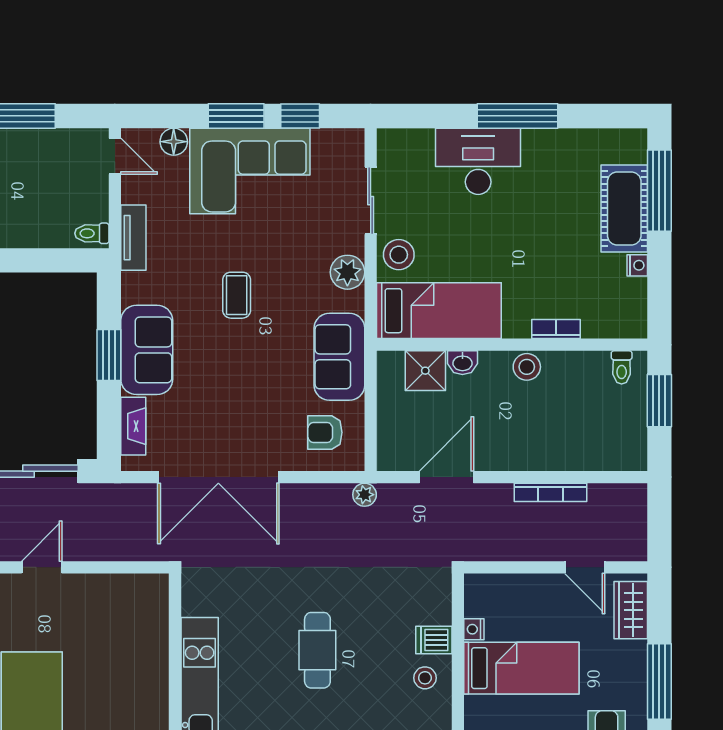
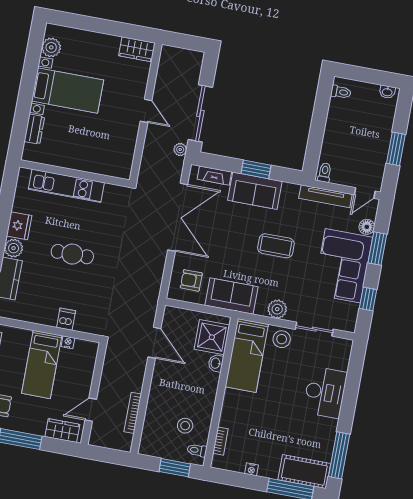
window: (236, 116) -> (377, 248), moved
window: (517, 116) -> (339, 455), moved
cot: (624, 208) -> (304, 472), moved
tv unit: (133, 238) -> (325, 196), width x1.41
coffee table: (237, 295) -> (276, 246), width x1.36, depth x1.30
bookcase: (556, 329) -> (220, 441), moved
stool: (527, 367) -> (185, 426), moved
shower: (425, 371) -> (212, 337), width x1.36, depth x1.36
armchair: (325, 432) -> (191, 280), turned -90
double door: (218, 477) -> (178, 217), swing flipped
bookcase: (551, 492) -> (133, 413), moved
plant: (365, 495) -> (180, 149), moved
stool: (425, 678) -> (46, 310), removed

